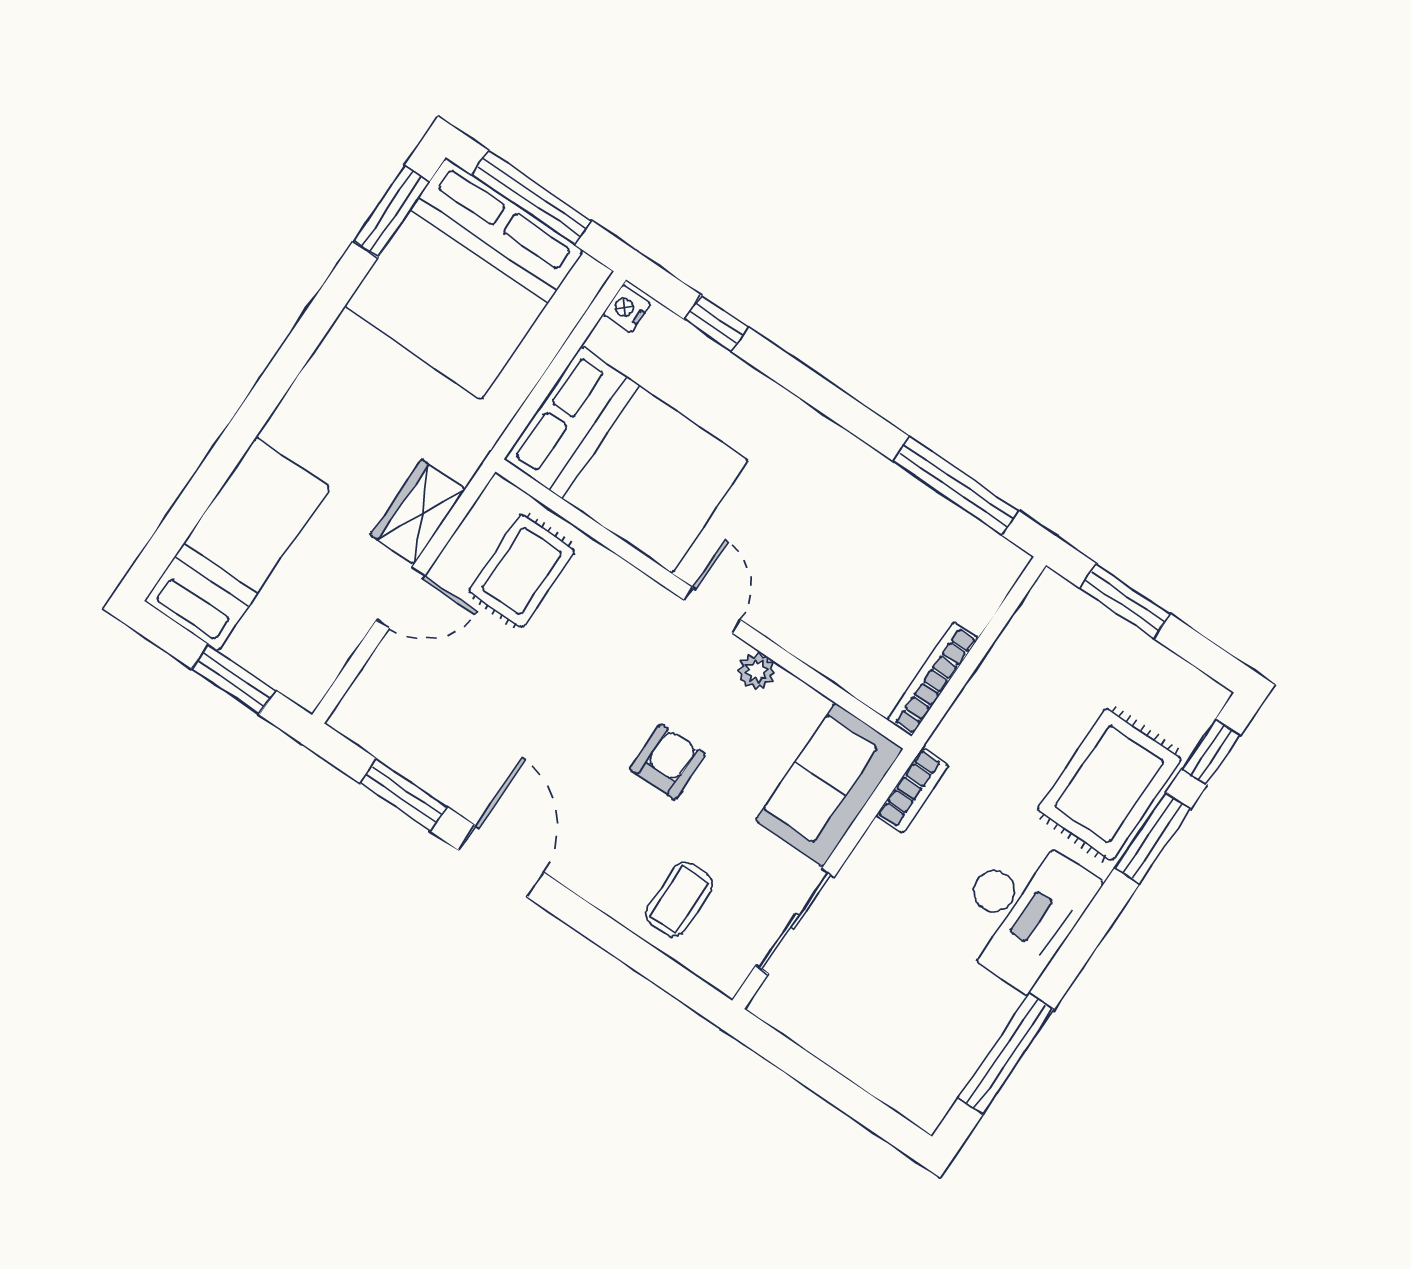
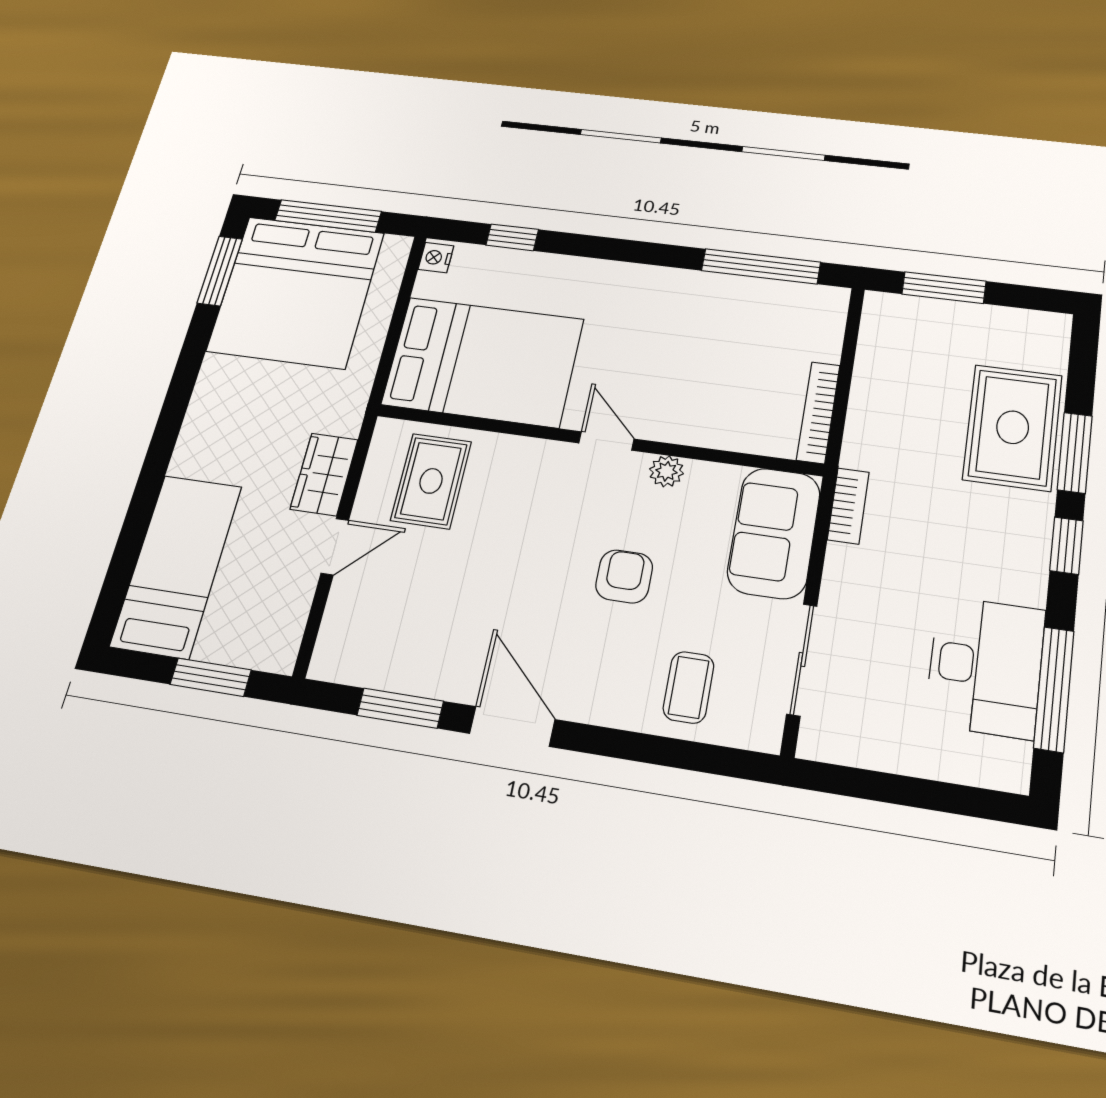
window: (1211, 752) -> (1067, 546), moved
desk: (1021, 910) -> (985, 666), moved

